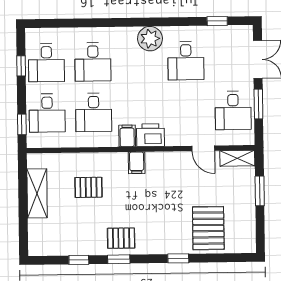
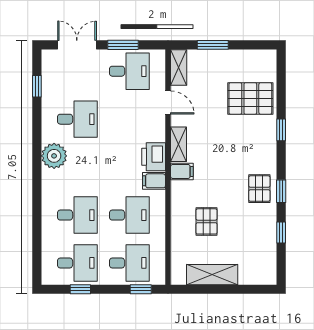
door: (203, 148) -> (168, 103), hinge flipped
shelving: (163, 159) -> (178, 144), added

